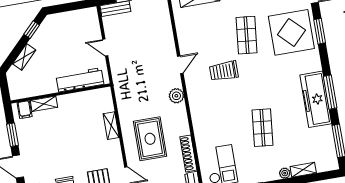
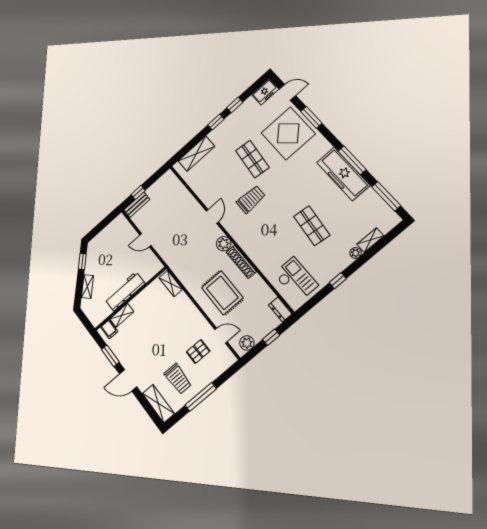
trolley: (224, 71) -> (251, 199), turned 180
workbench: (80, 80) -> (125, 291), moved
shelving: (111, 126) -> (171, 283), moved
shoe rack: (188, 153) -> (241, 262), moved

